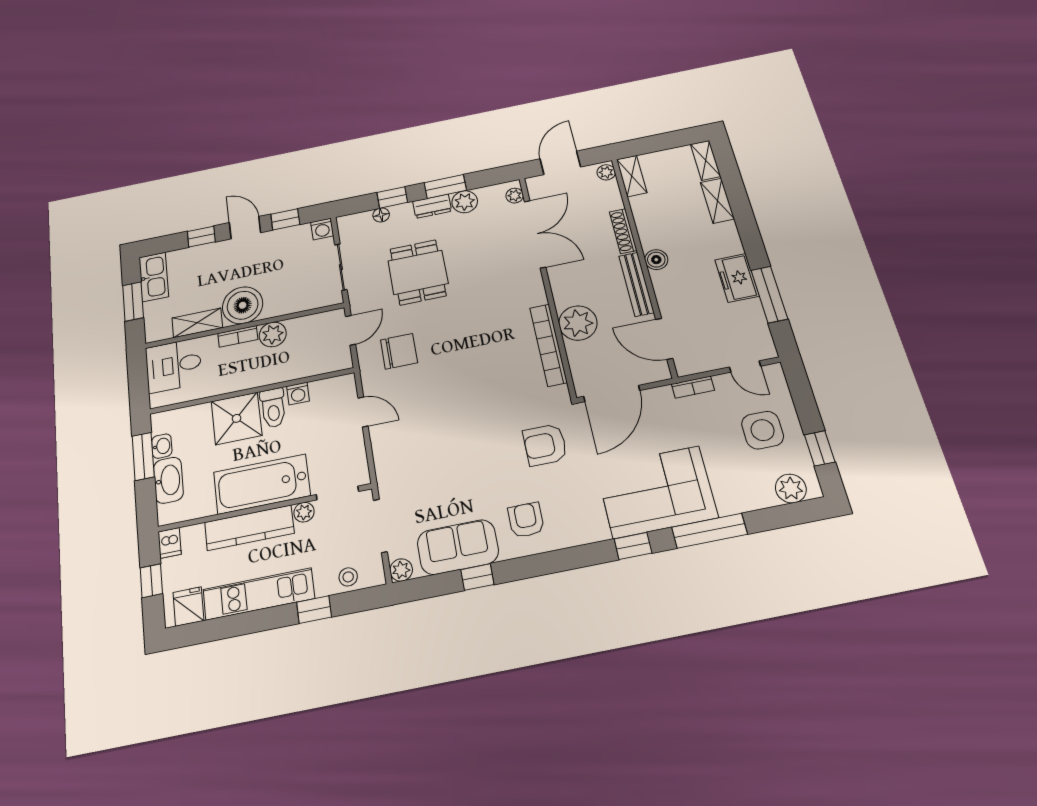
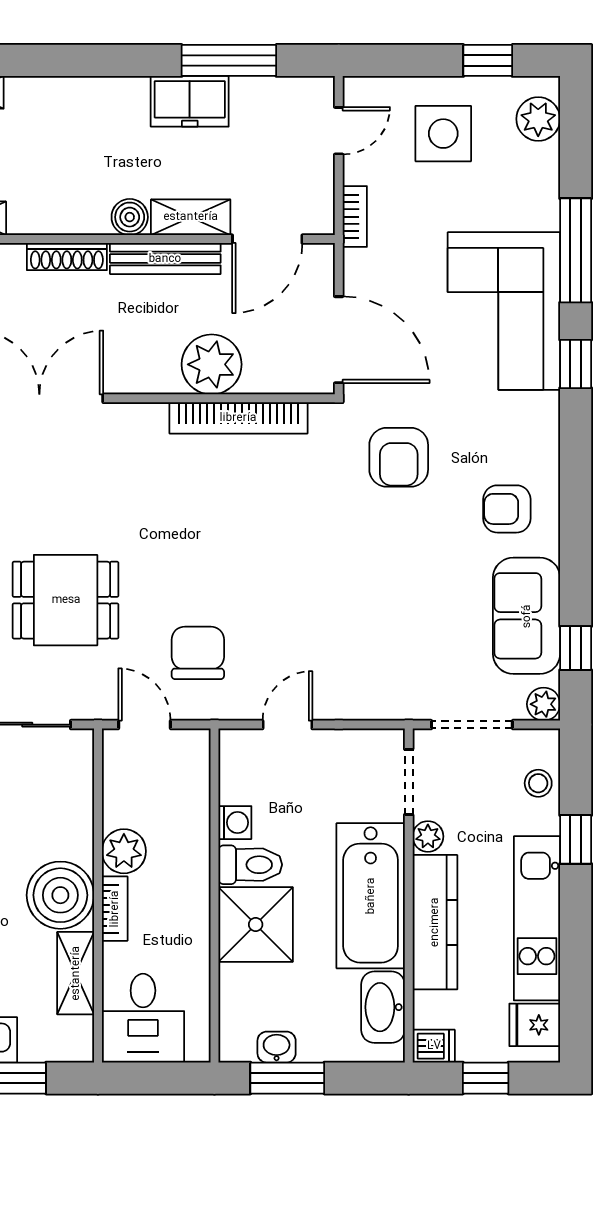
shelving: (717, 201) -> (191, 217), moved
washbasin: (168, 480) -> (383, 1007), moved, turned -90
window: (477, 577) -> (576, 648), moved

